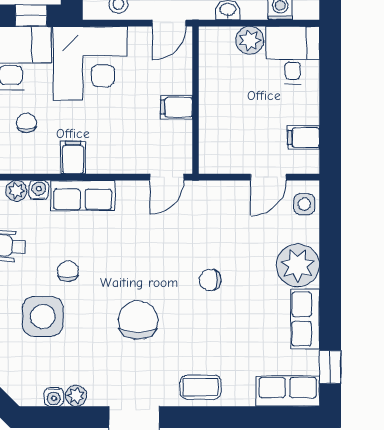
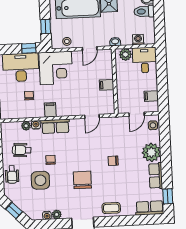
wall: (196, 100) -> (115, 81), moved
filing cabinet: (176, 107) -> (107, 85), moved

